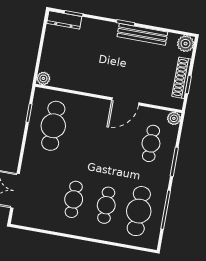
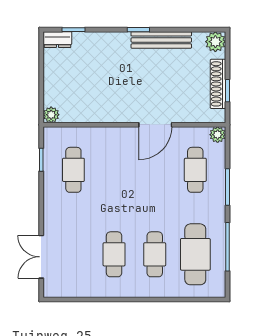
dresser: (64, 20) -> (57, 40), width x0.70
cafe table: (53, 126) -> (73, 170), width x0.73, depth x0.74

